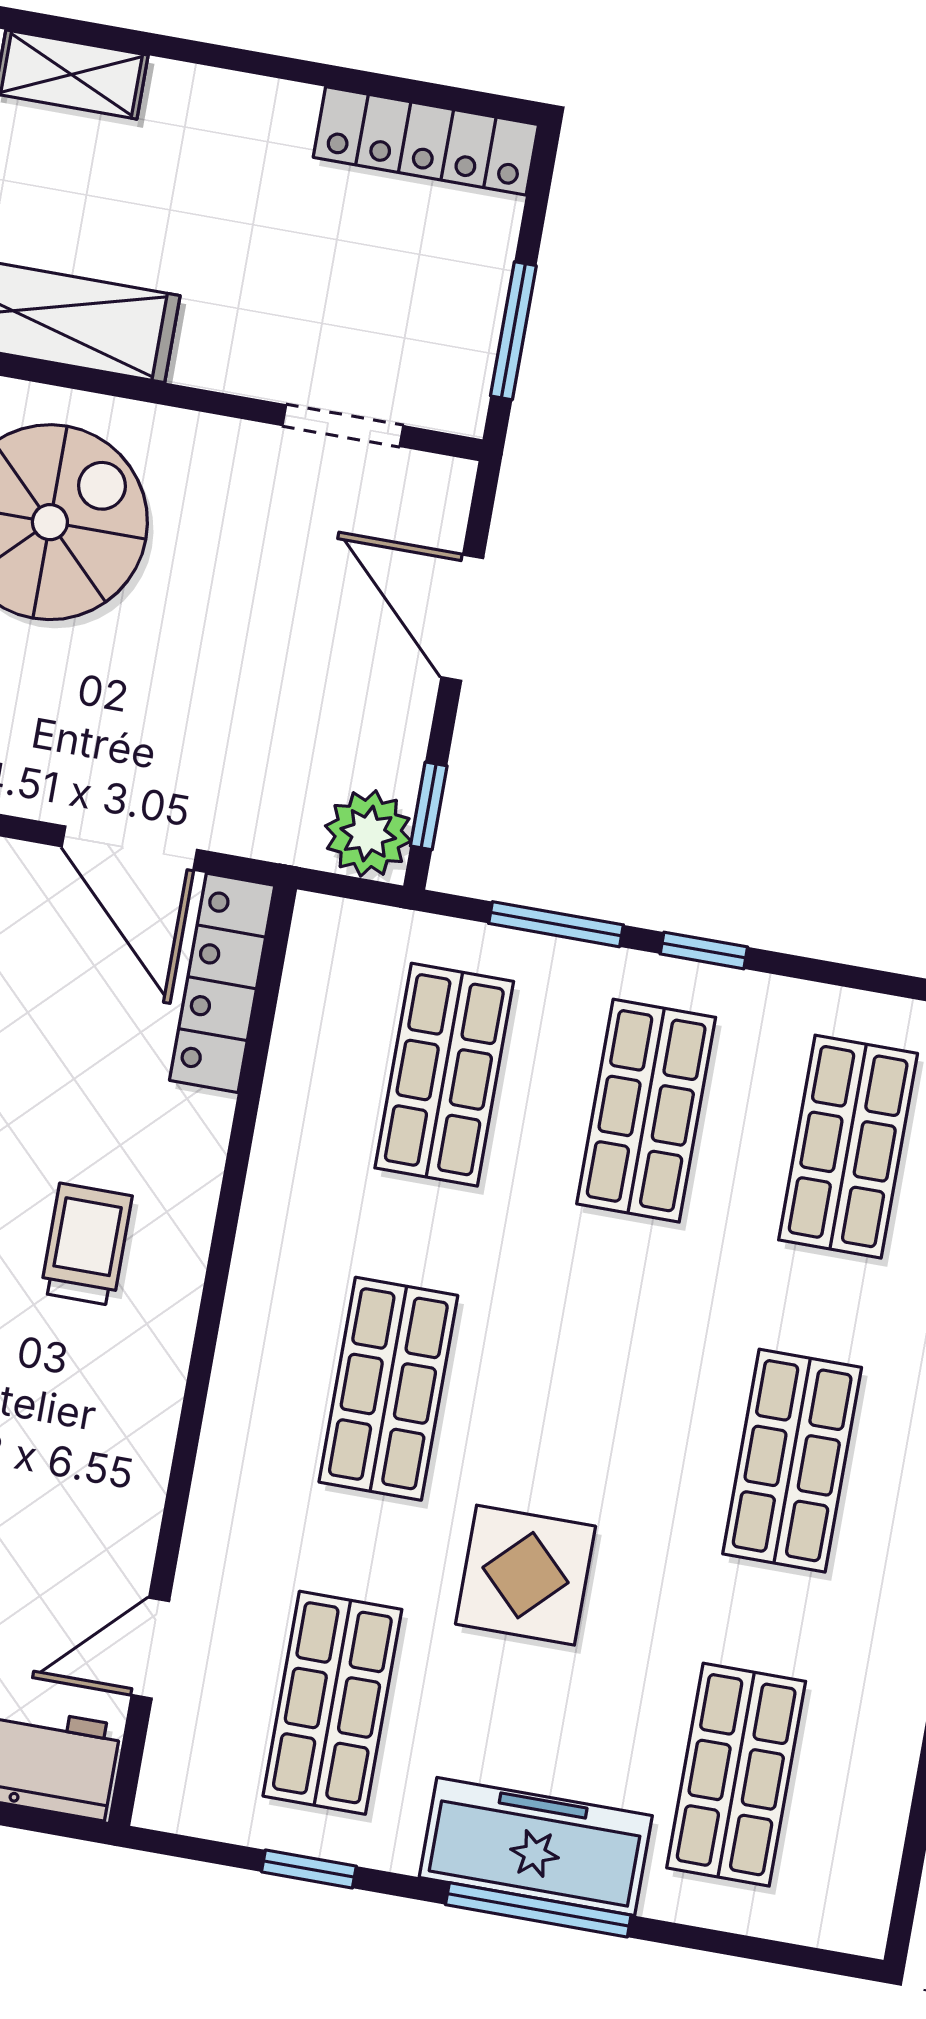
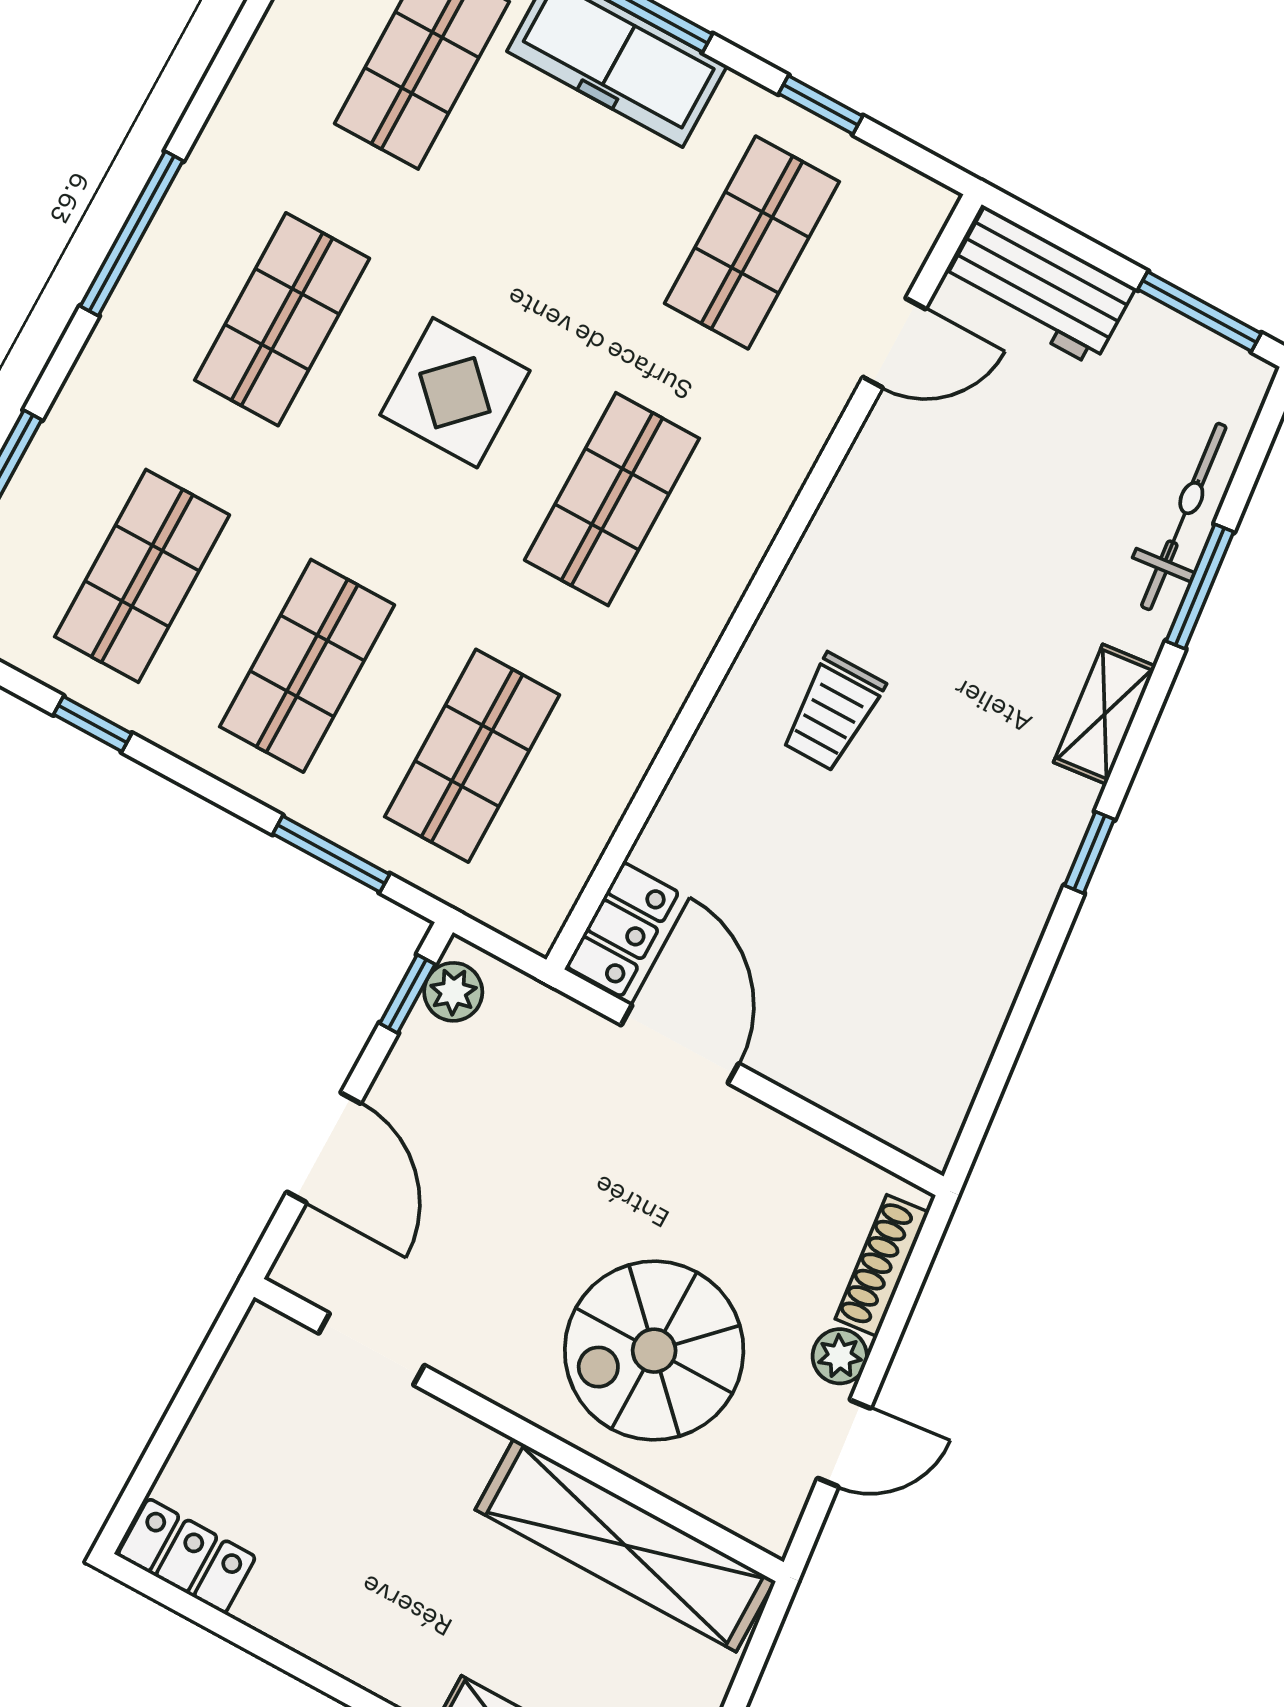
locker: (426, 141) -> (187, 1556), width x0.66
window: (513, 331) -> (196, 1382), removed
plant: (368, 833) -> (453, 992), width x0.73, depth x0.73
window: (704, 950) -> (93, 724), moved
locker: (222, 983) -> (622, 929), width x0.66
display table: (525, 1575) -> (455, 393), moved

